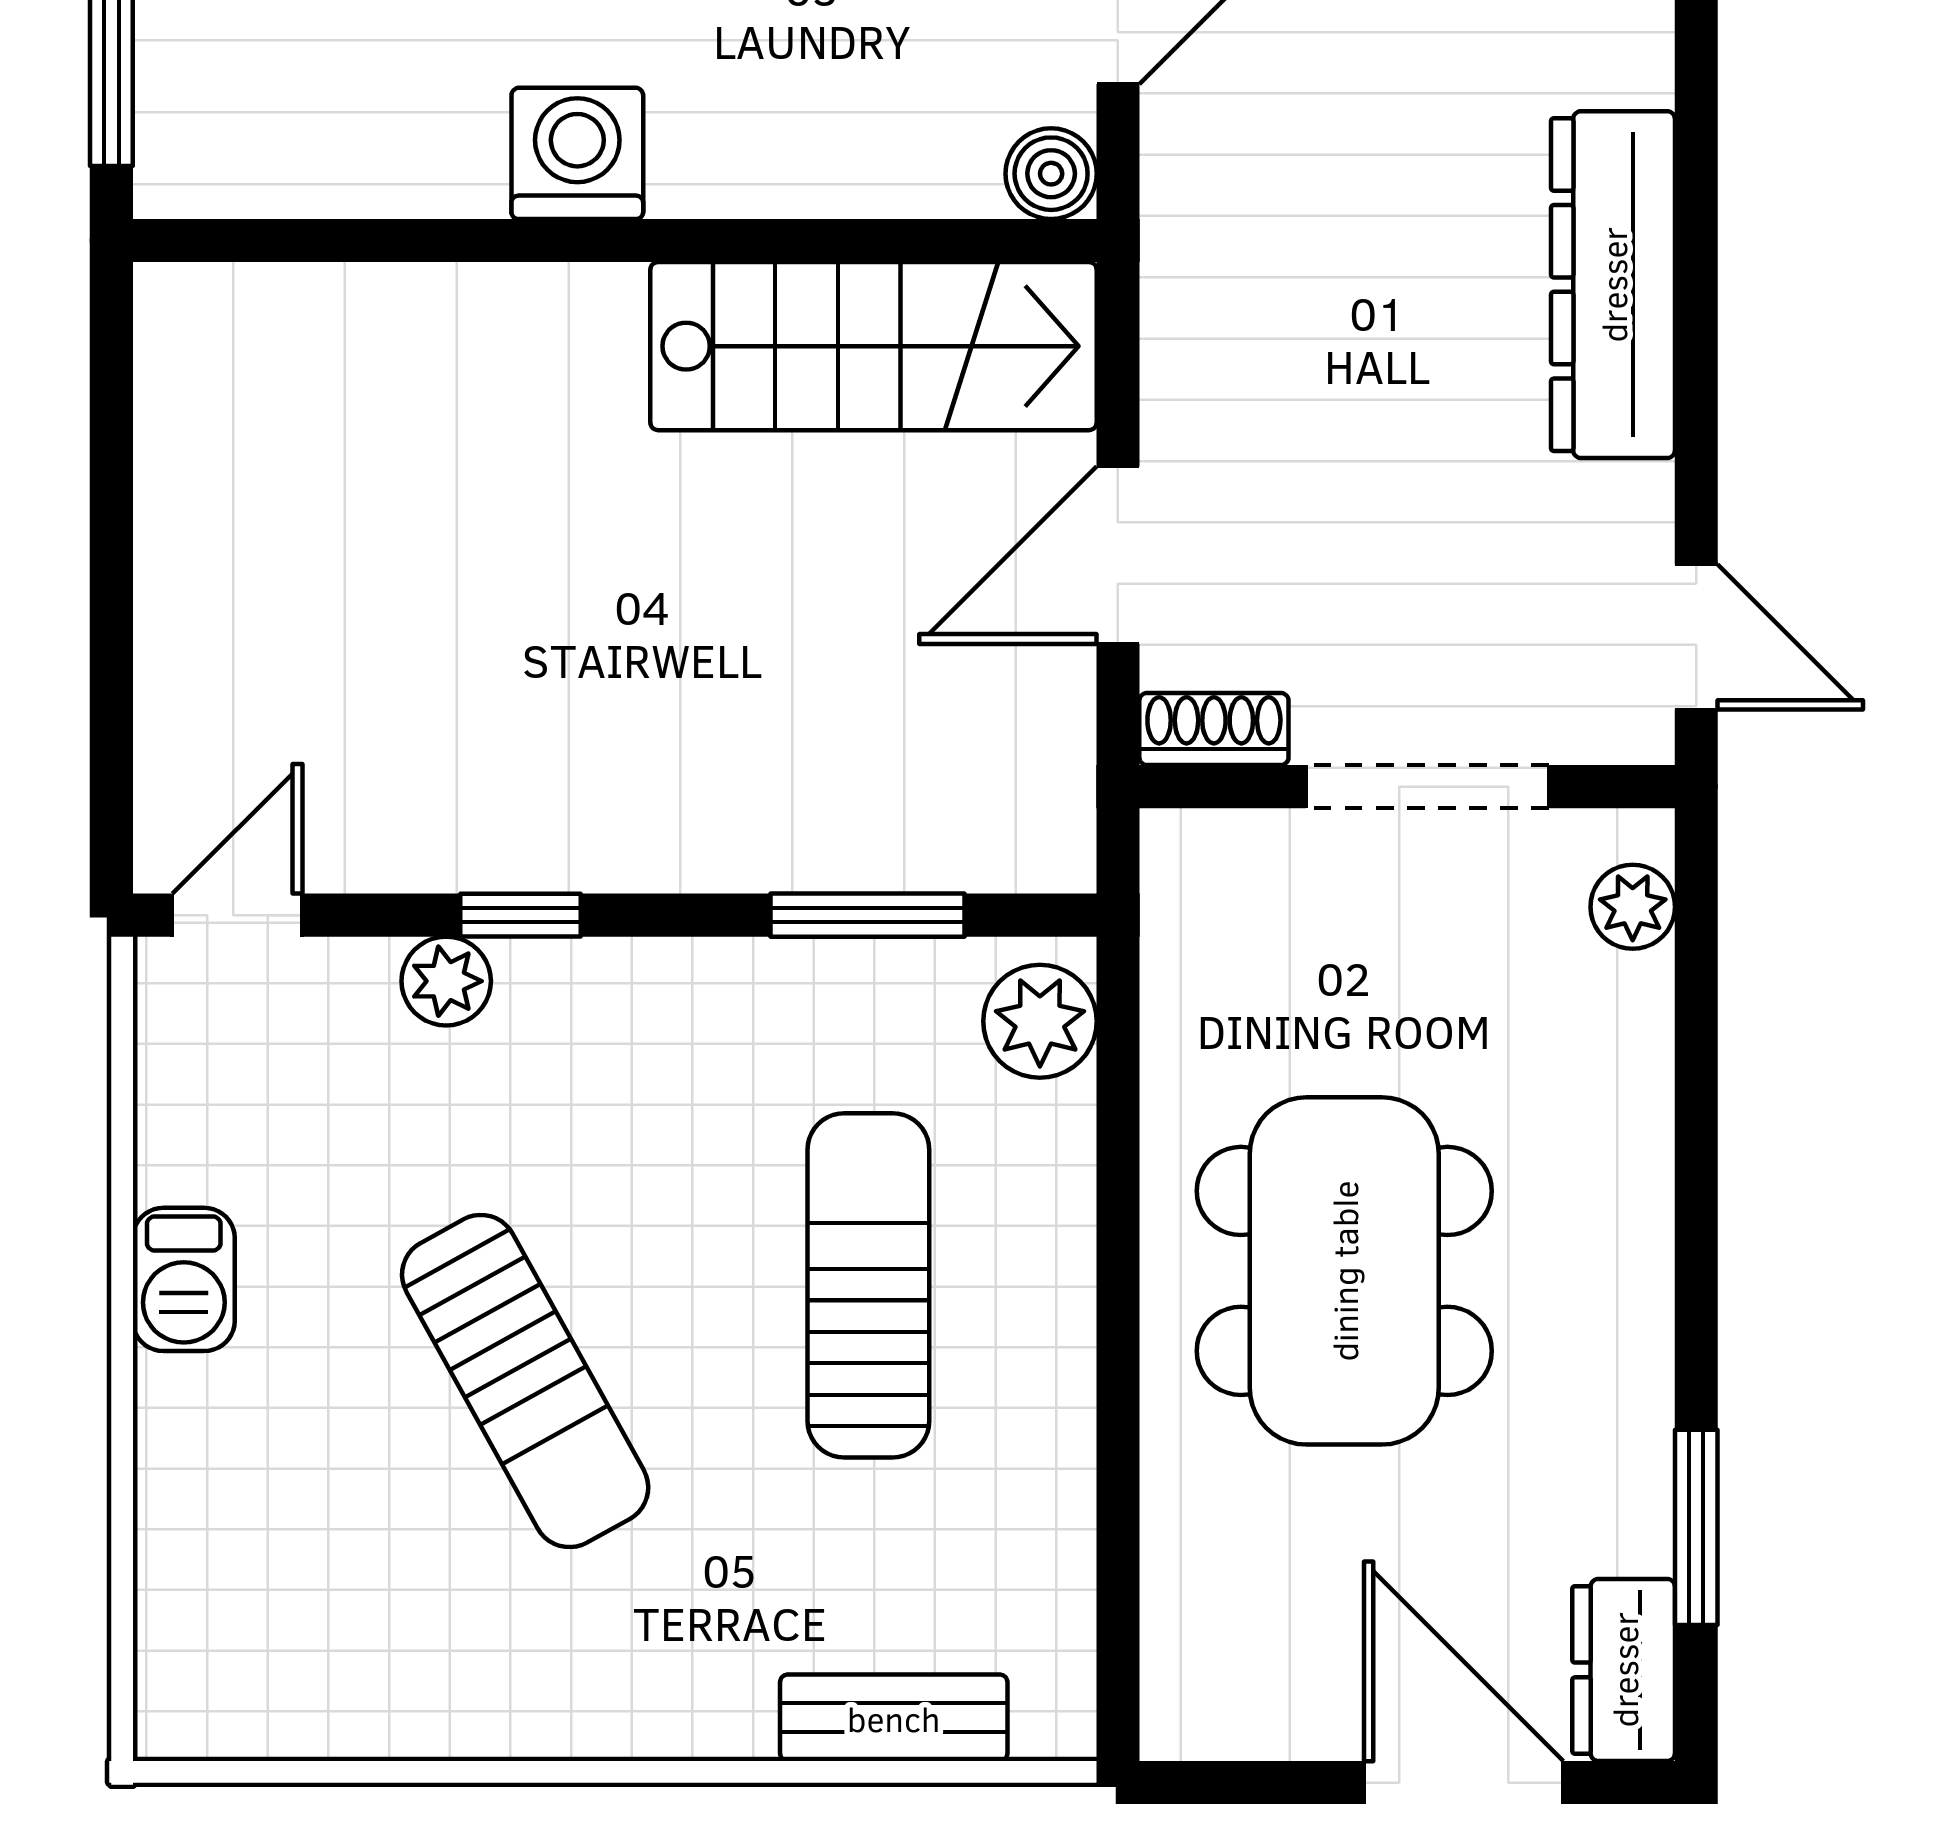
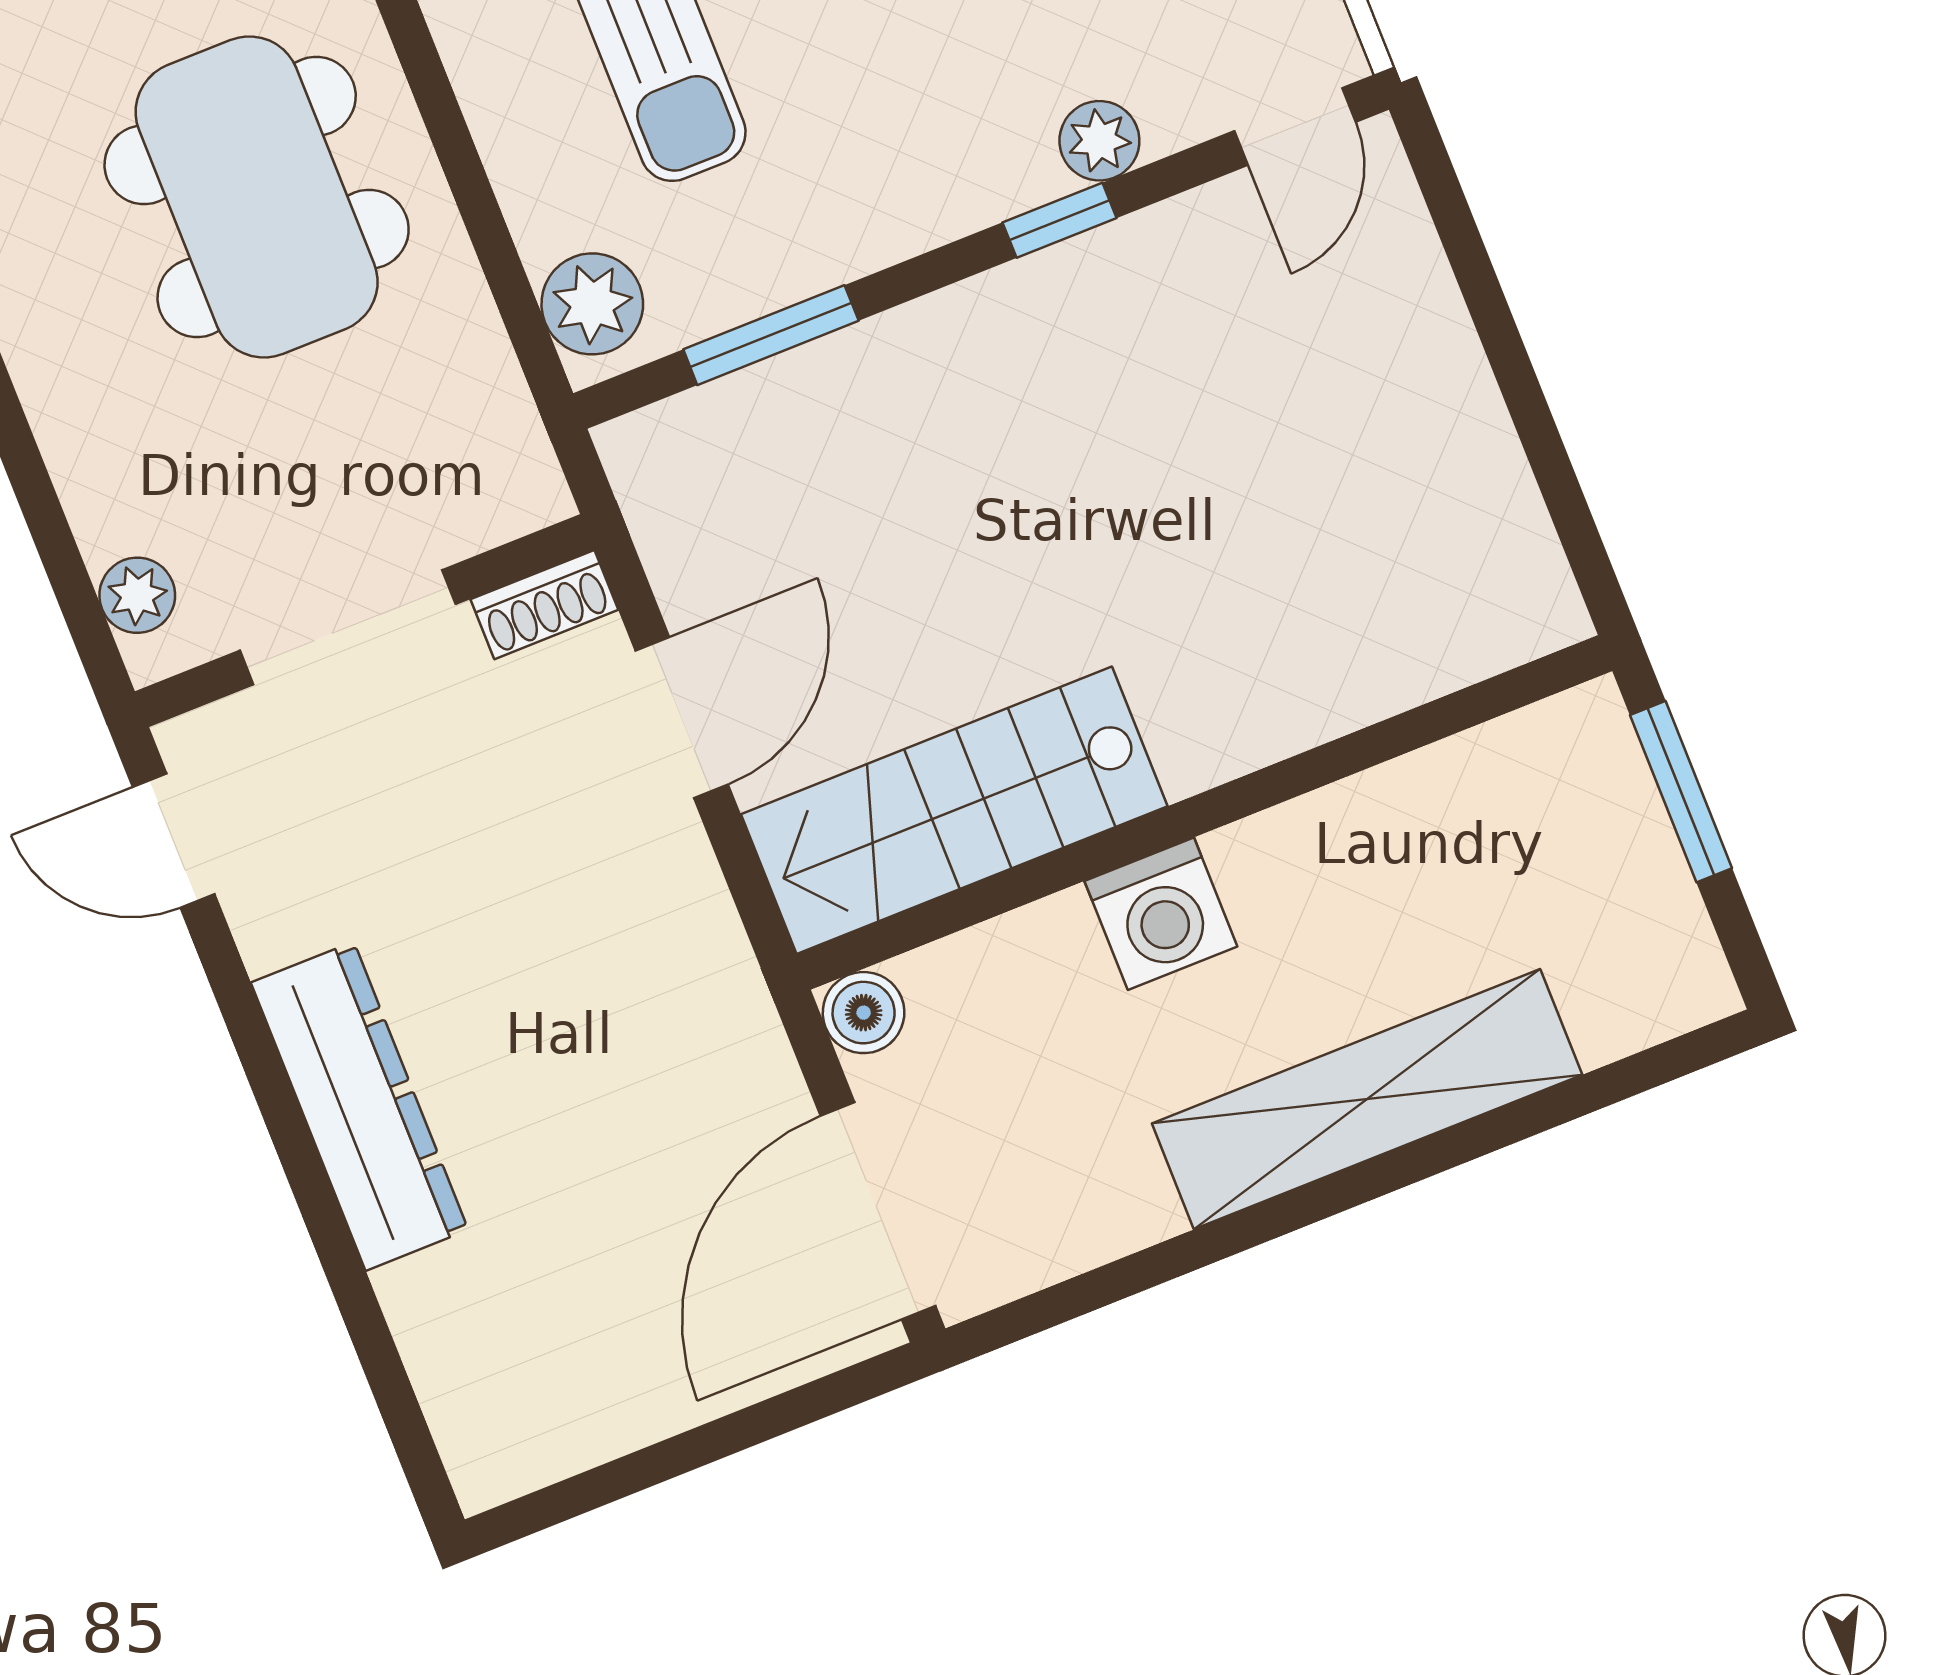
washing machine: (577, 153) -> (1161, 914), moved

